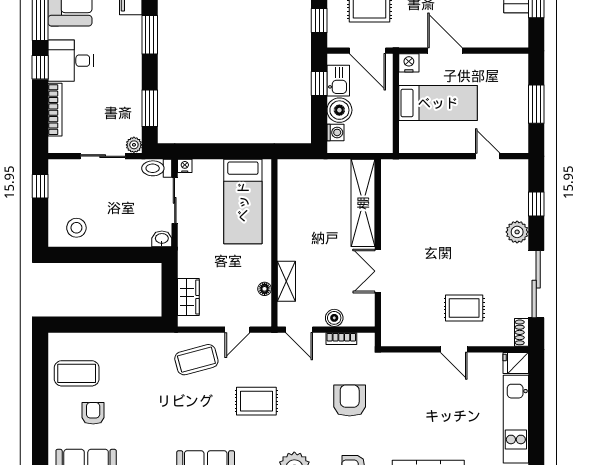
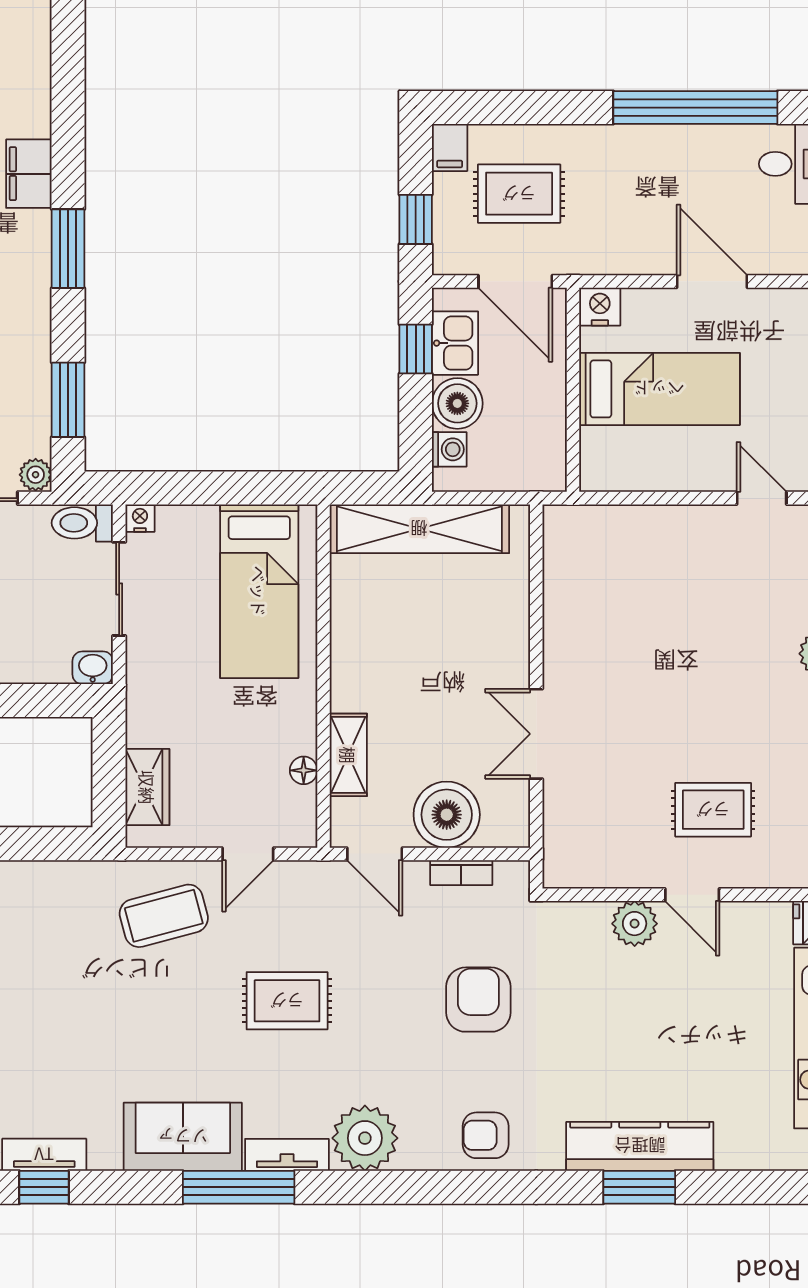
door: (445, 51) -> (712, 281), moved
shelving: (363, 203) -> (419, 529), moved, turned 90
boiler: (334, 318) -> (447, 815), width x1.86, depth x1.86
plant: (426, 363) -> (635, 924), added

